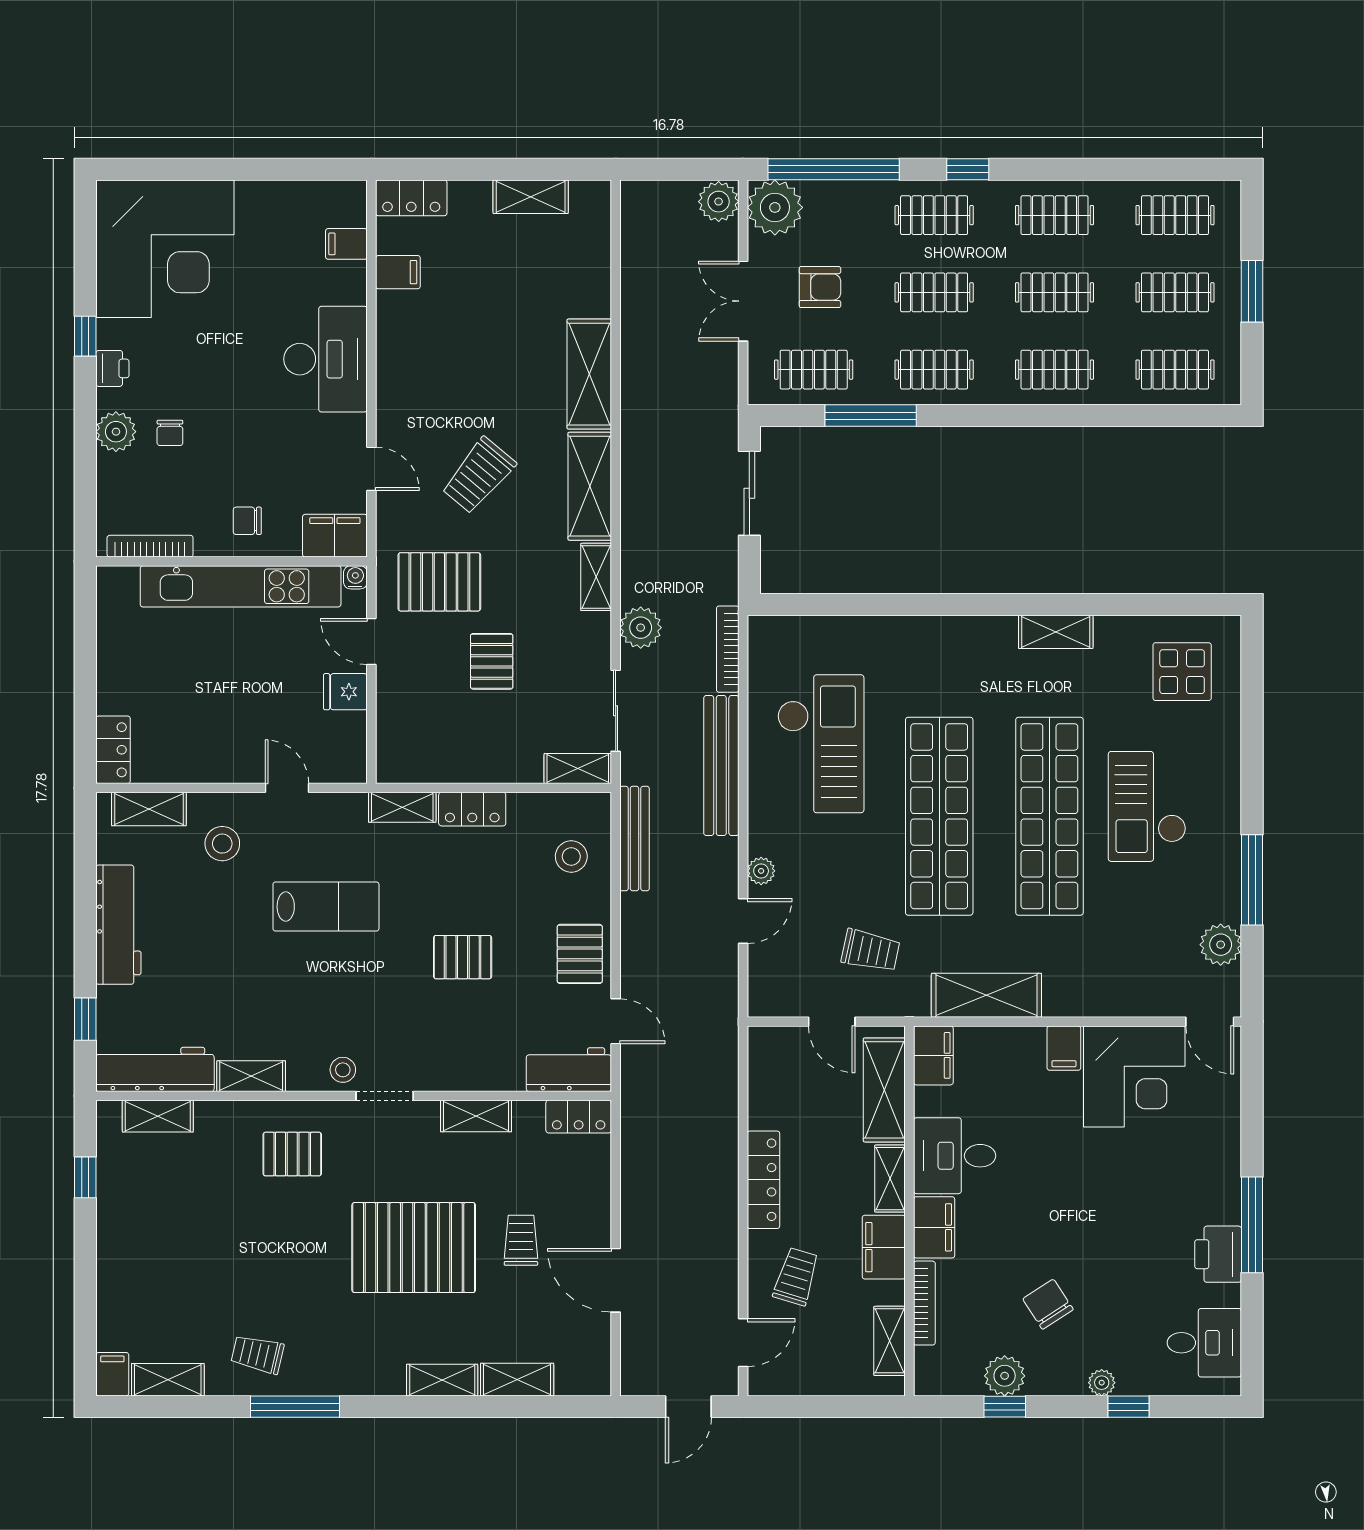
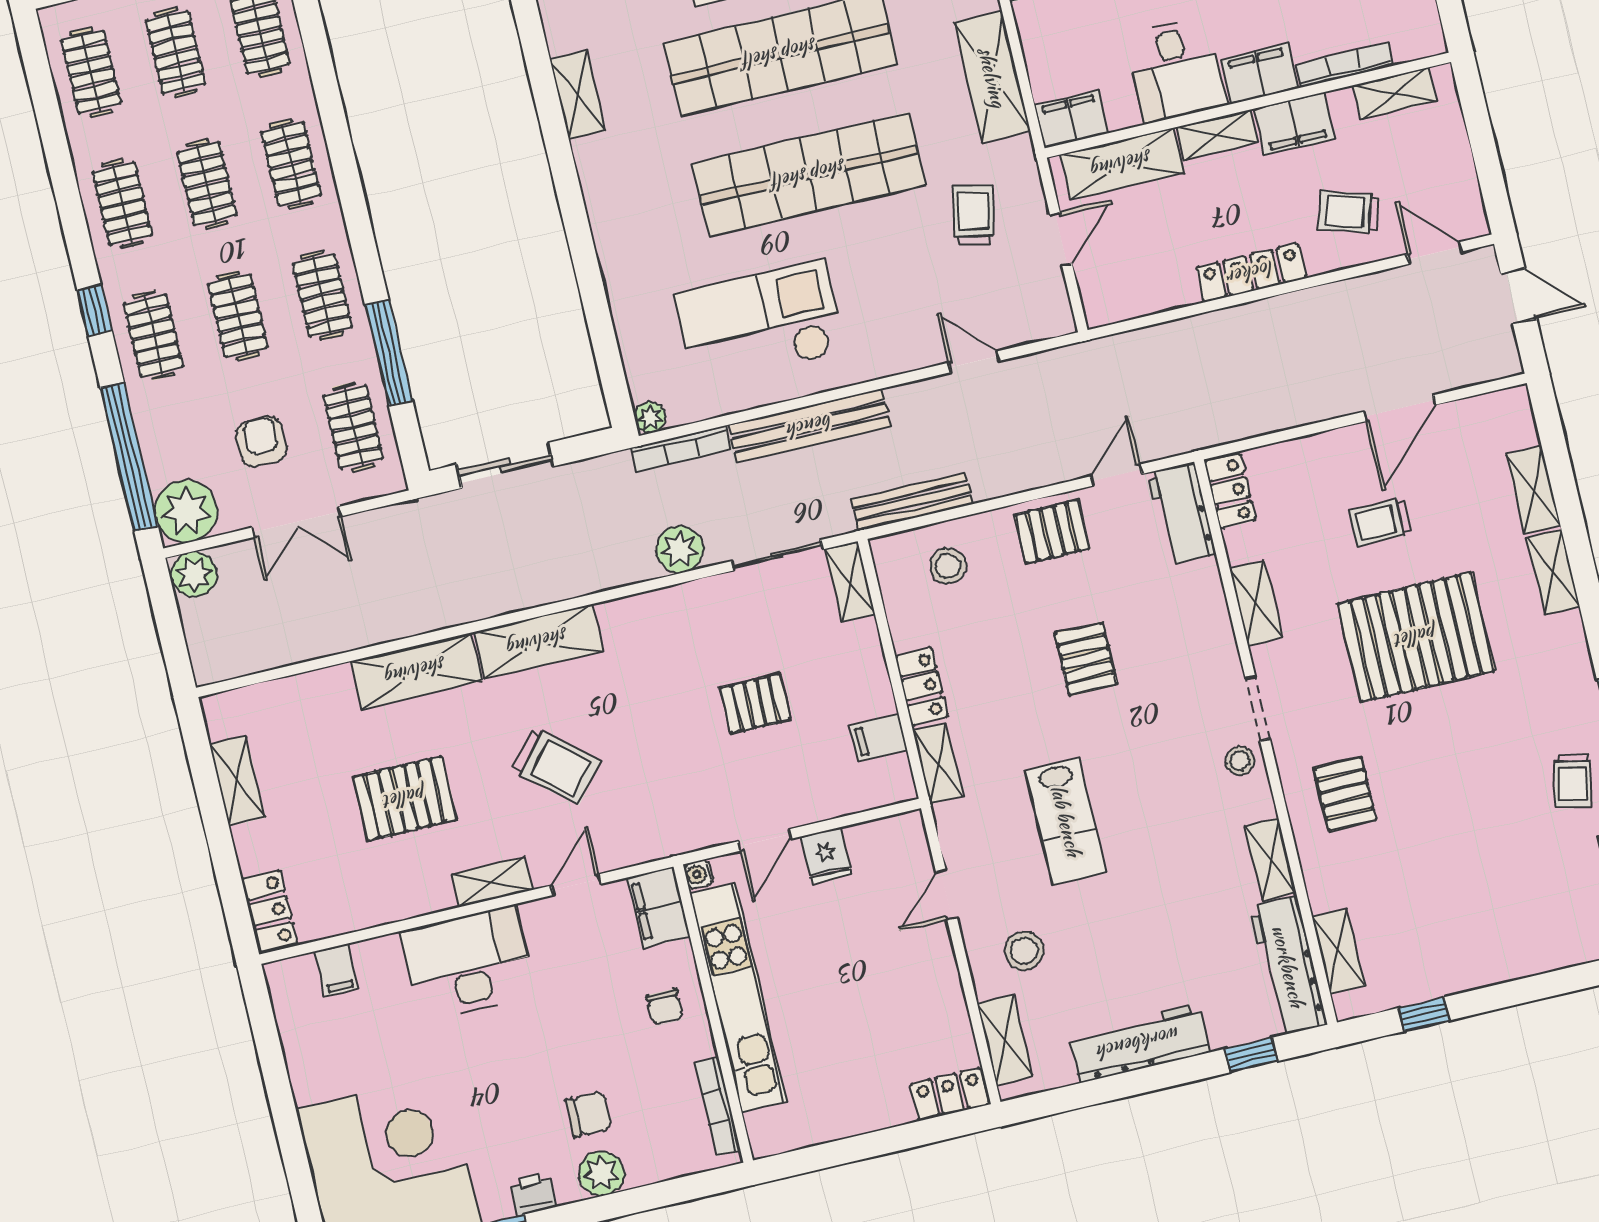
filing cabinet: (398, 272) -> (879, 737), moved, turned -90
chair: (170, 433) -> (589, 1114), width x1.37, depth x1.37
shelving: (596, 577) -> (492, 882), moved
pallet: (439, 582) -> (405, 798), moved, turned 90
plant: (761, 871) -> (650, 417), moved
lab bench: (326, 907) -> (1066, 821), turned 180
pallet: (414, 1248) -> (1416, 637), turned 90

